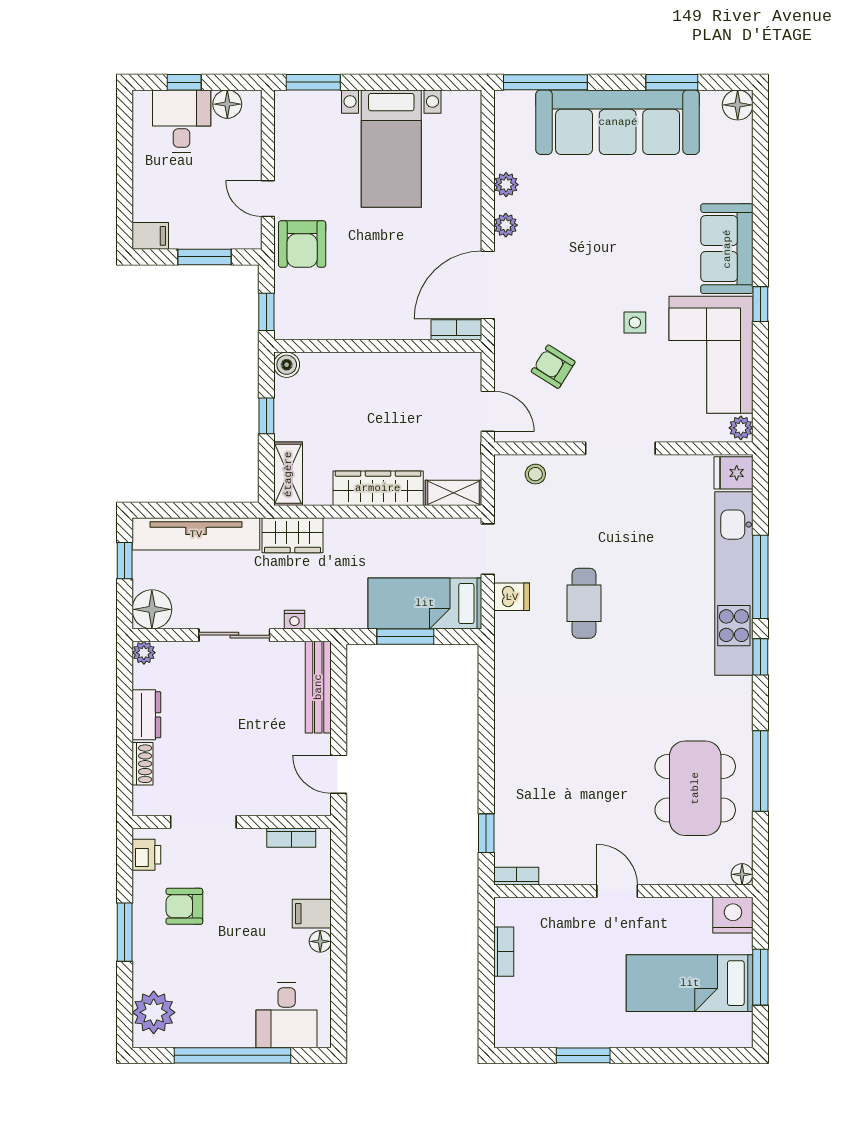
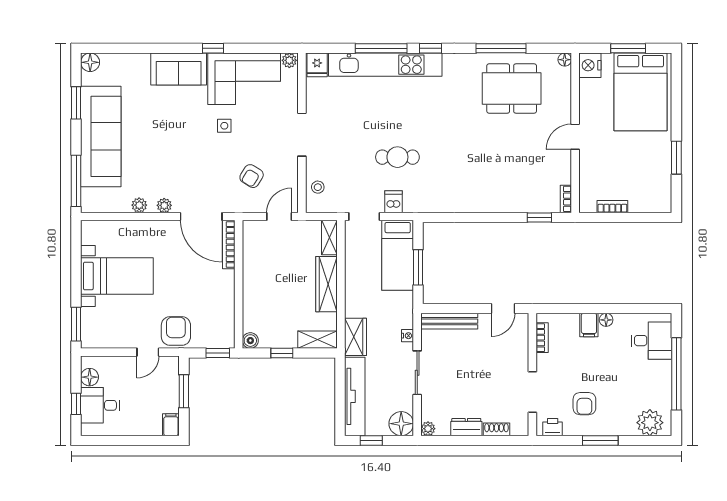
armchair: (302, 244) -> (176, 331), turned -90
bookcase: (456, 330) -> (229, 245), width x1.56
bed: (690, 983) -> (641, 92), width x1.50

